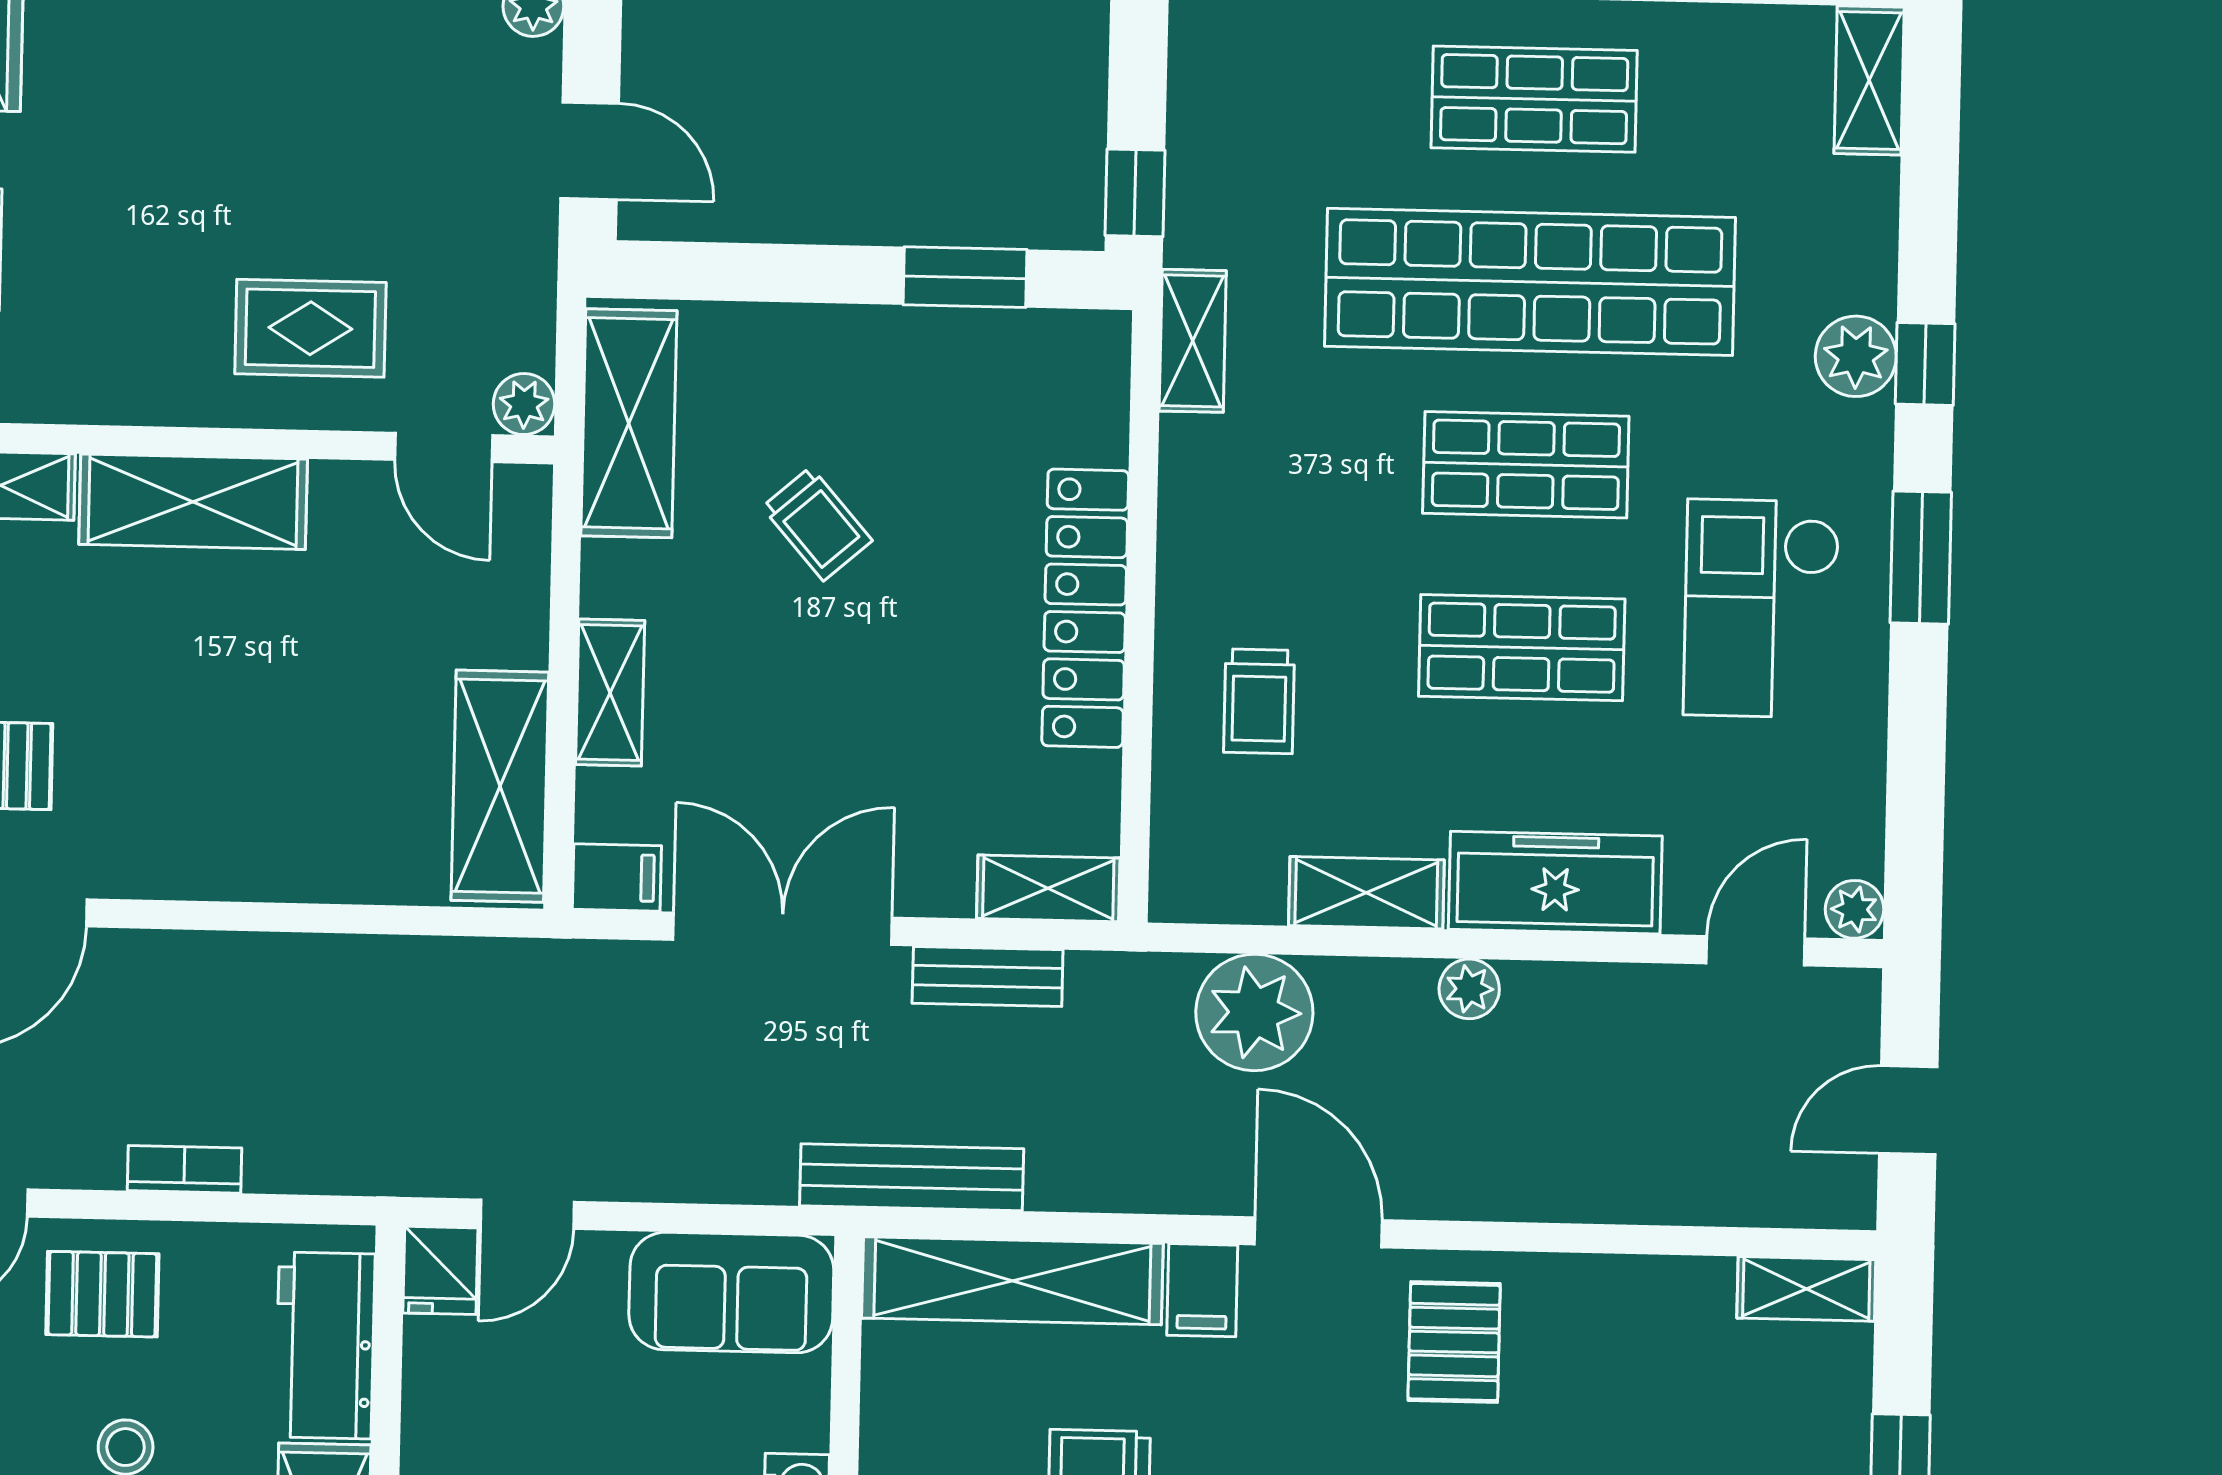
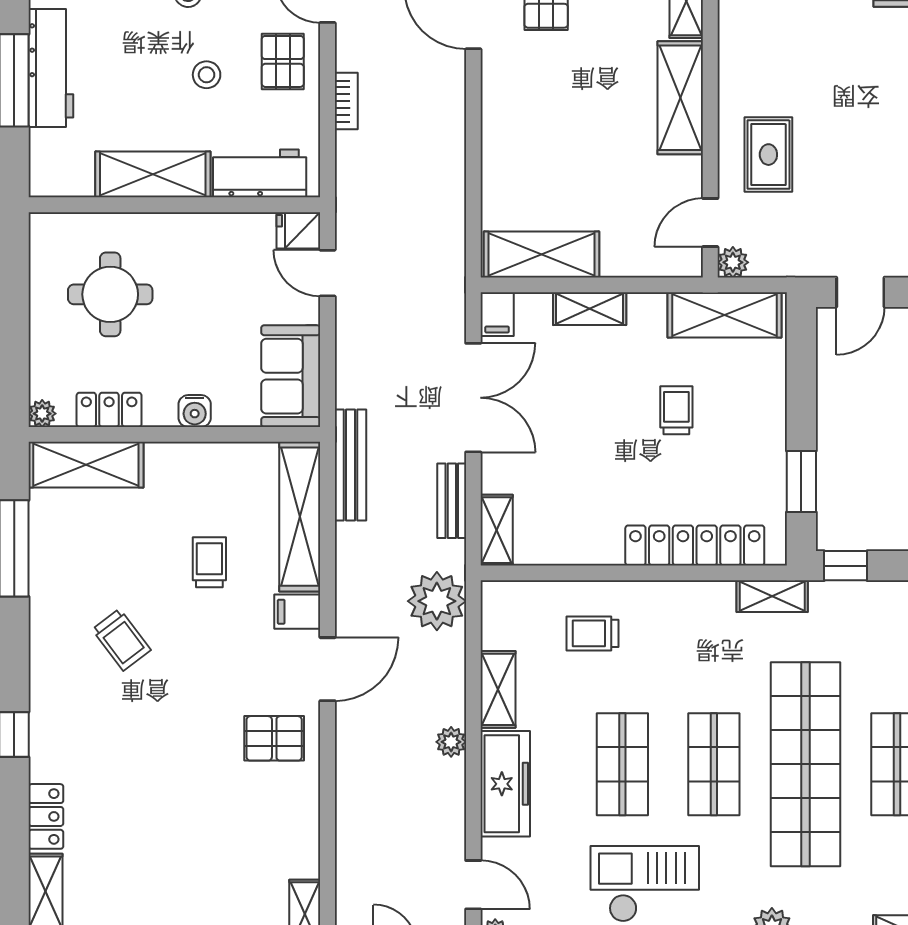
trolley: (817, 524) -> (676, 410), turned 131
locker: (1085, 608) -> (695, 545), moved
plant: (1254, 1012) -> (437, 601), moved

